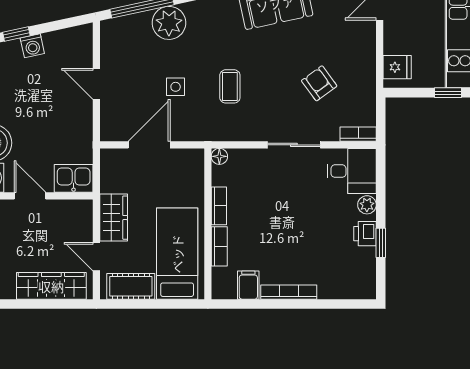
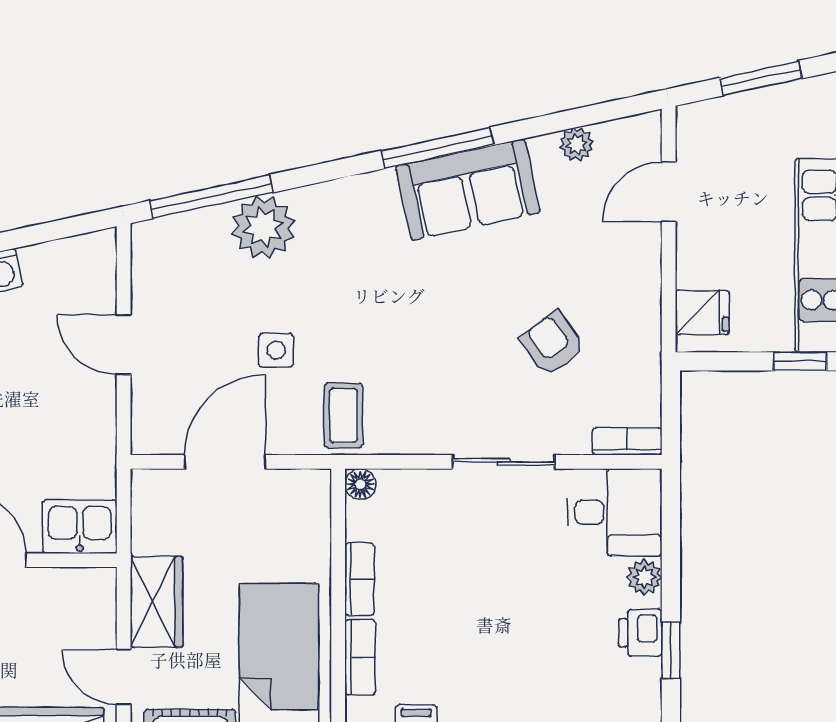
coffee table: (230, 86) -> (343, 415), moved

